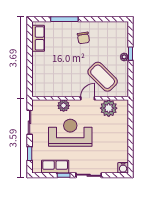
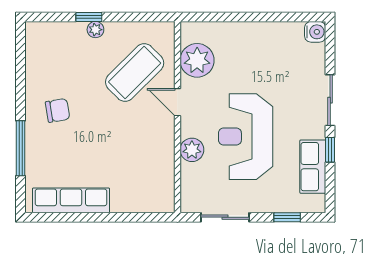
row of seats: (38, 38) -> (71, 200), width x1.48

